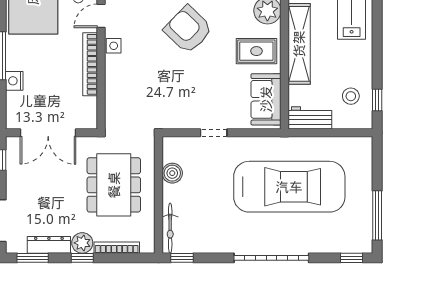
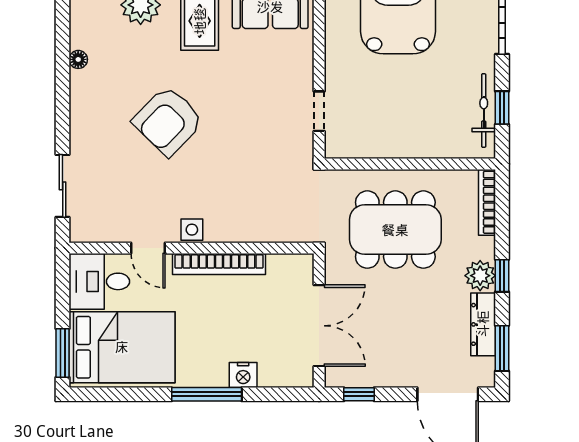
doorway: (214, 133) -> (319, 111), moved
boiler: (172, 173) -> (378, 144), removed
bicycle: (170, 228) -> (484, 111), moved, turned -90
bookcase: (117, 248) -> (487, 202), moved
window: (182, 258) -> (502, 108), moved

